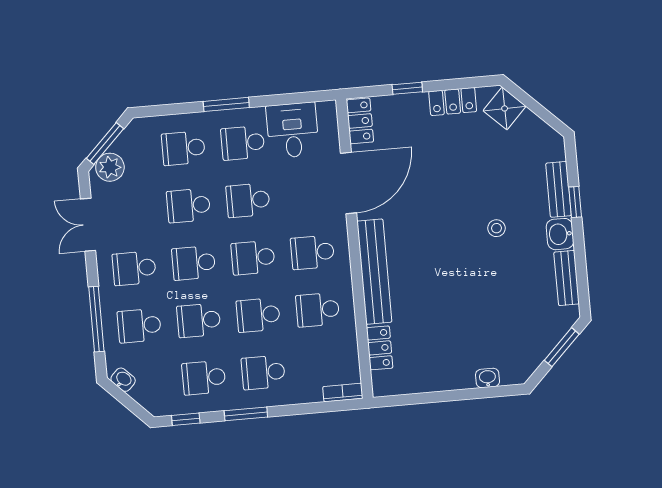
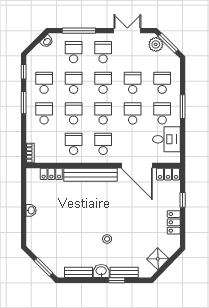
shower: (505, 108) -> (158, 259), moved
washbasin: (488, 378) -> (31, 210), moved

